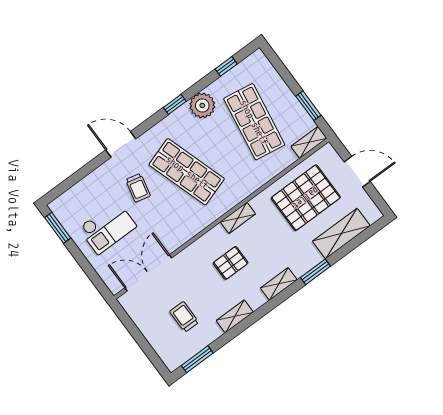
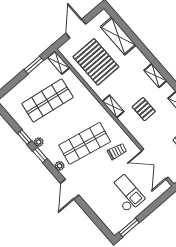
window: (226, 66) -> (25, 137), moved
plant: (202, 105) -> (39, 142), width x0.53, depth x0.53
plant: (156, 132) -> (60, 166), added
shop shelf: (187, 172) -> (85, 143), turned 30
trolley: (138, 188) -> (117, 151), moved
window: (315, 272) -> (145, 52), removed

